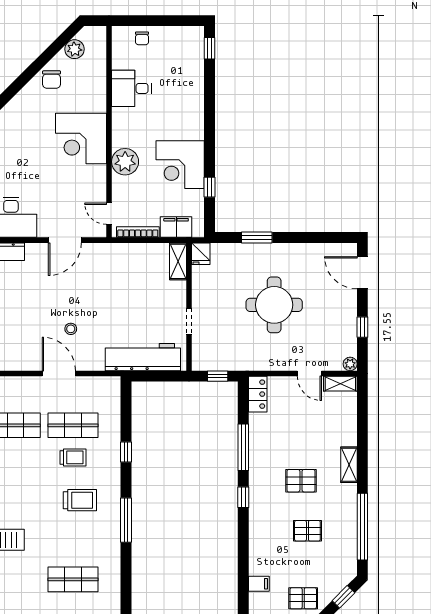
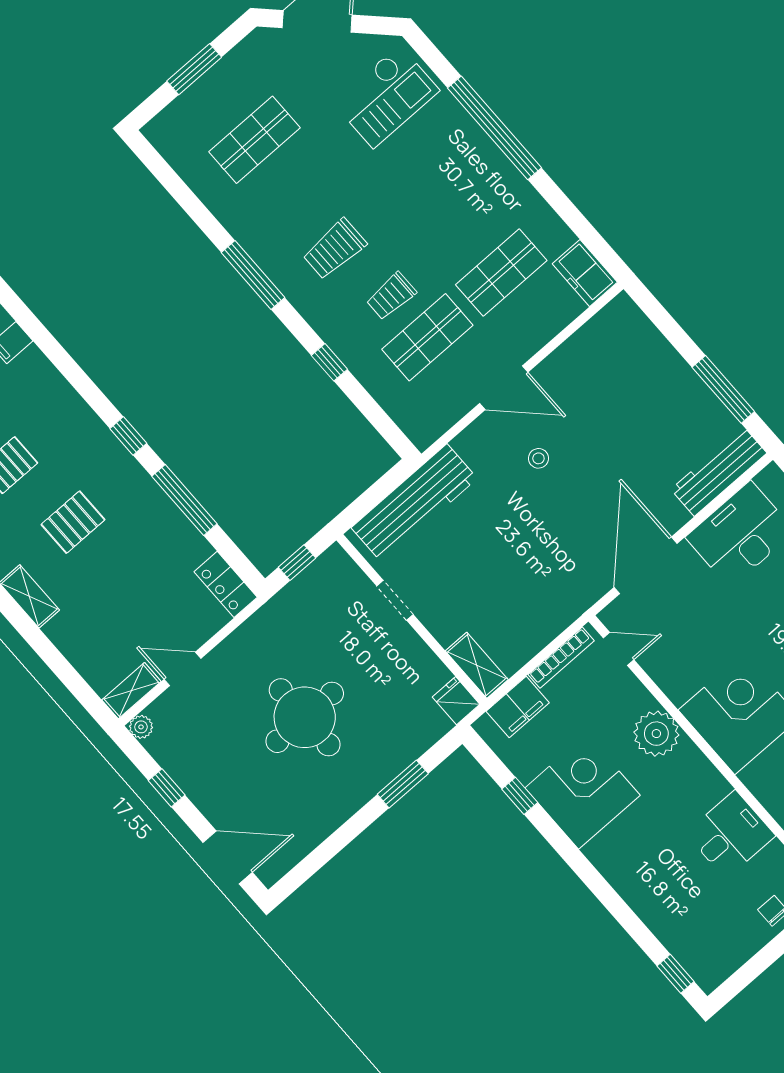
door: (65, 240) -> (646, 565), width x1.36

